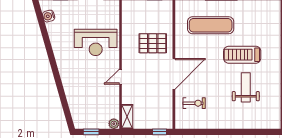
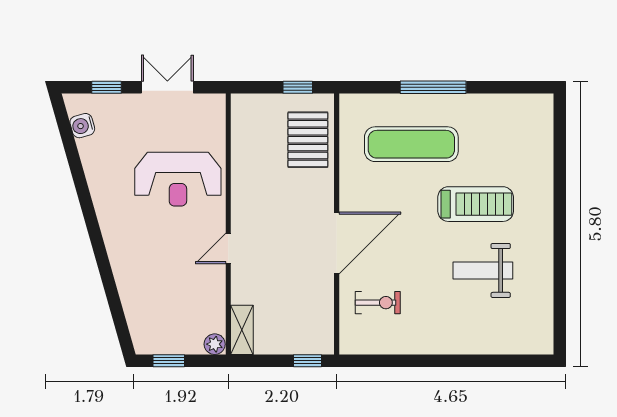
pallet: (153, 43) -> (308, 140), moved, turned 90
treadmill: (242, 55) -> (476, 204), turned 180
weight bench: (246, 87) -> (483, 270), turned -90

